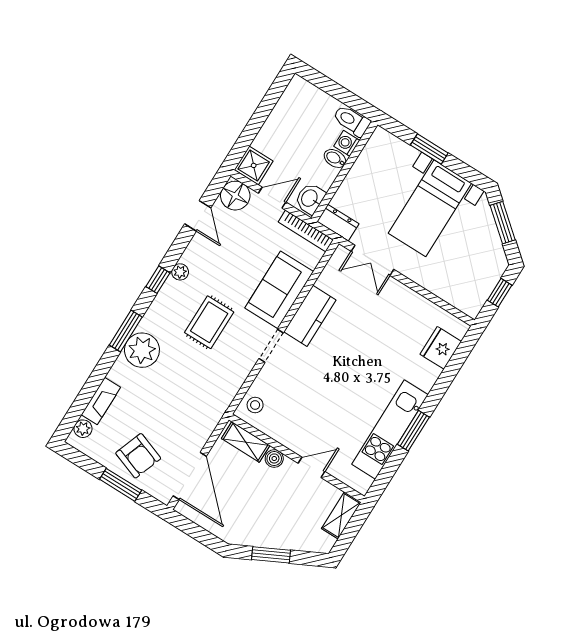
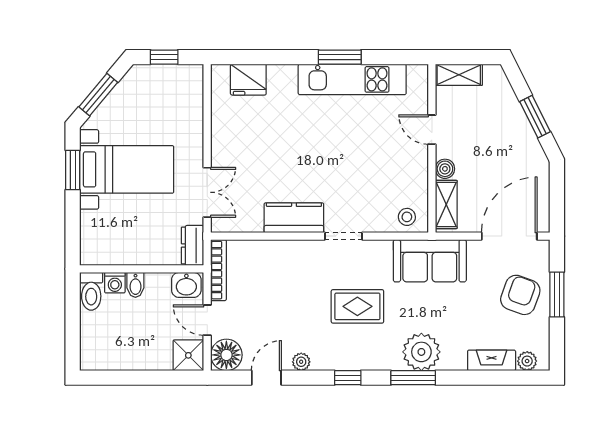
window: (429, 149) -> (73, 170), moved
plant: (180, 272) -> (301, 362), moved
sofa: (279, 290) -> (430, 261), moved

